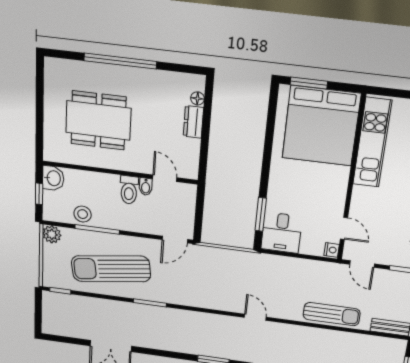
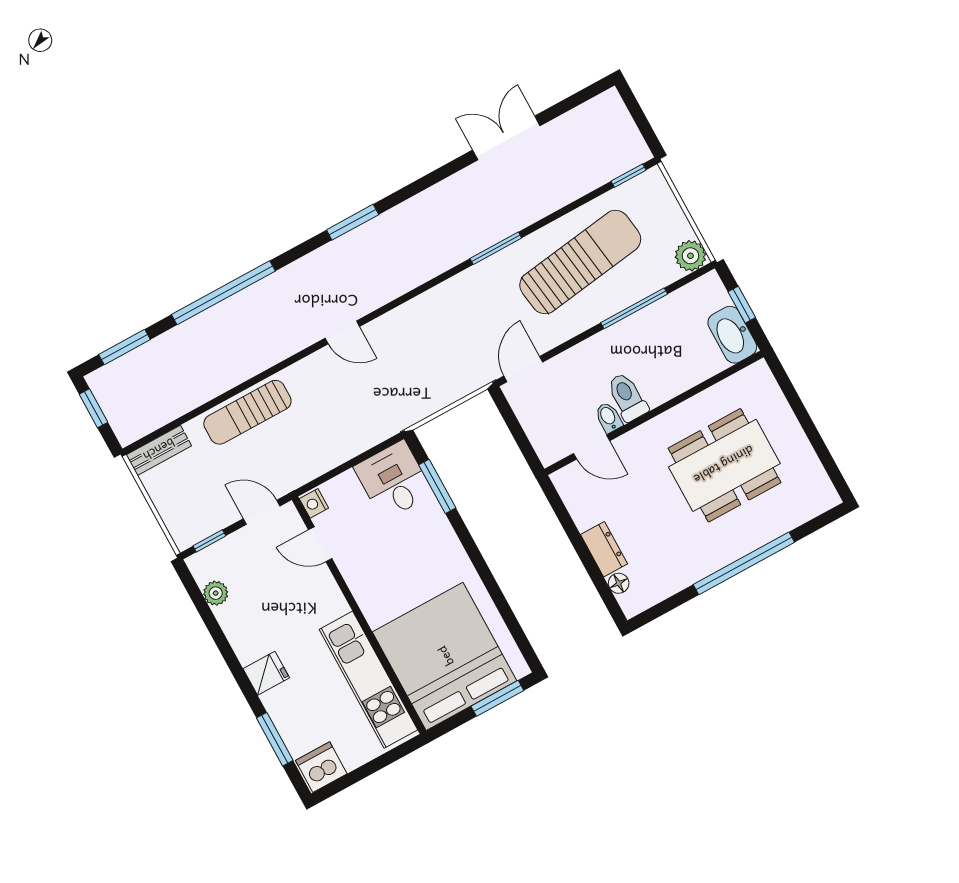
washbasin: (53, 178) -> (732, 335), width x1.38
stool: (83, 214) -> (667, 317), removed

